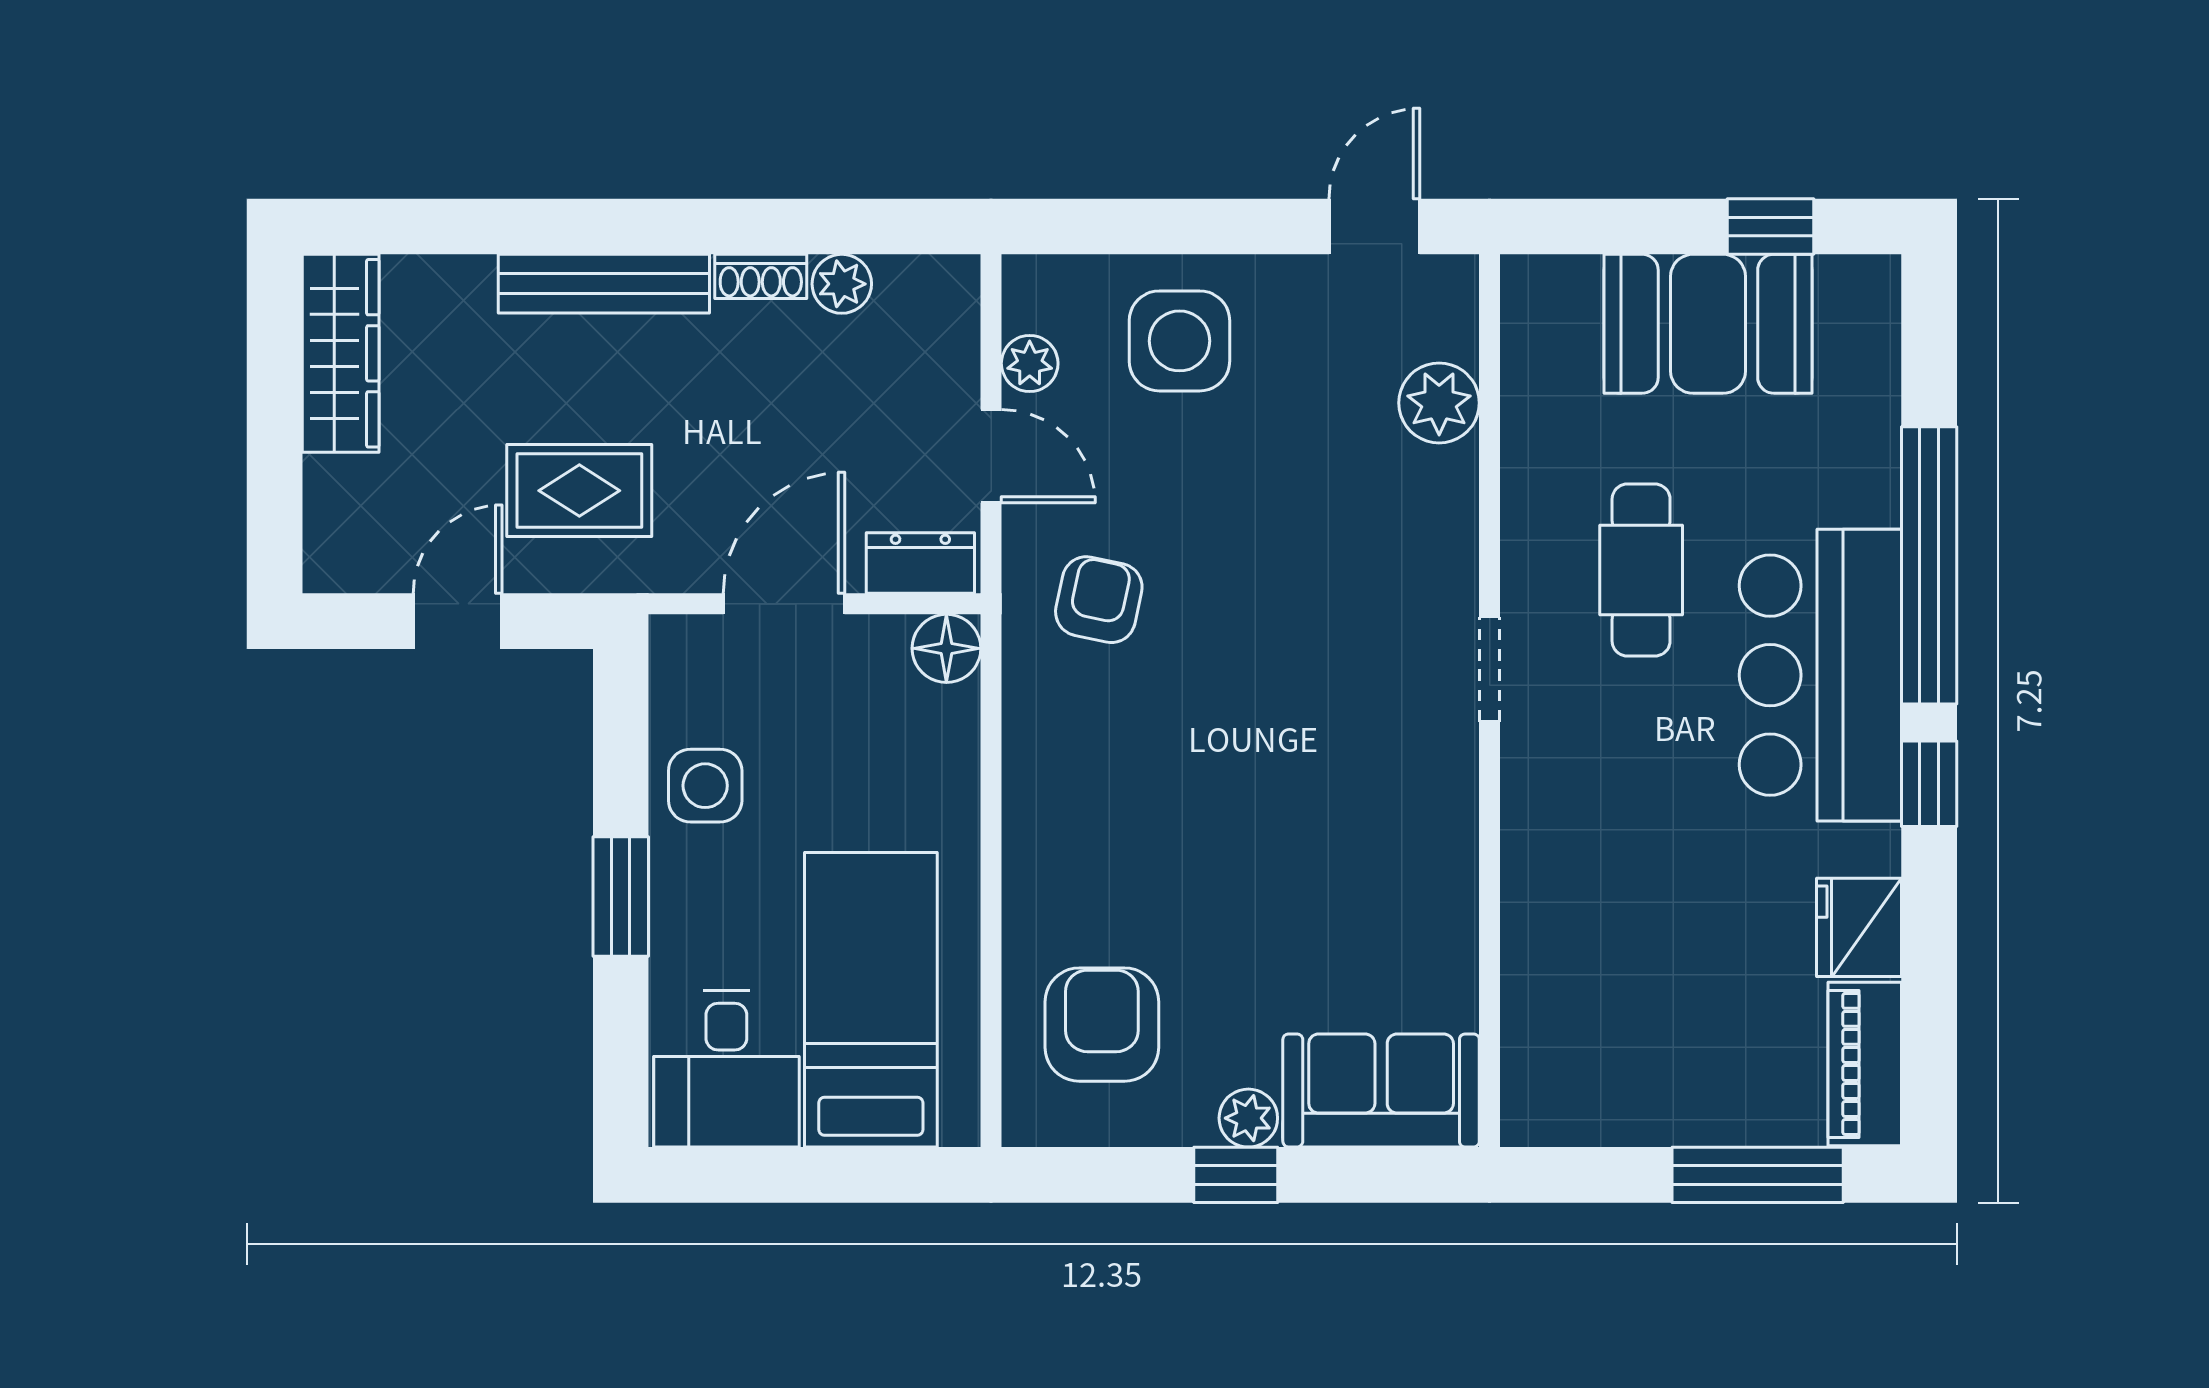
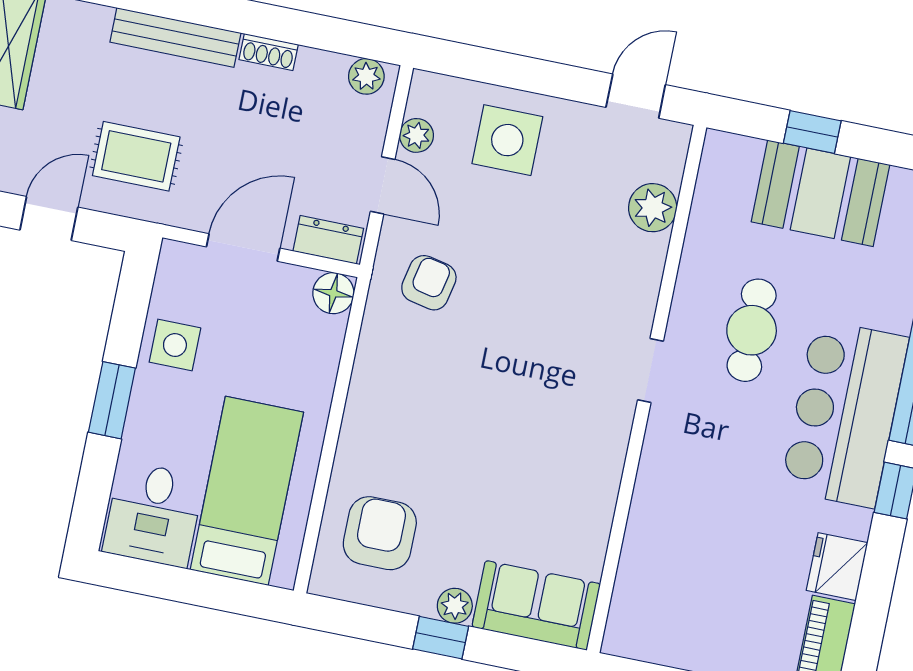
window: (1771, 226) -> (812, 132), moved
plant: (842, 284) -> (366, 76), moved

